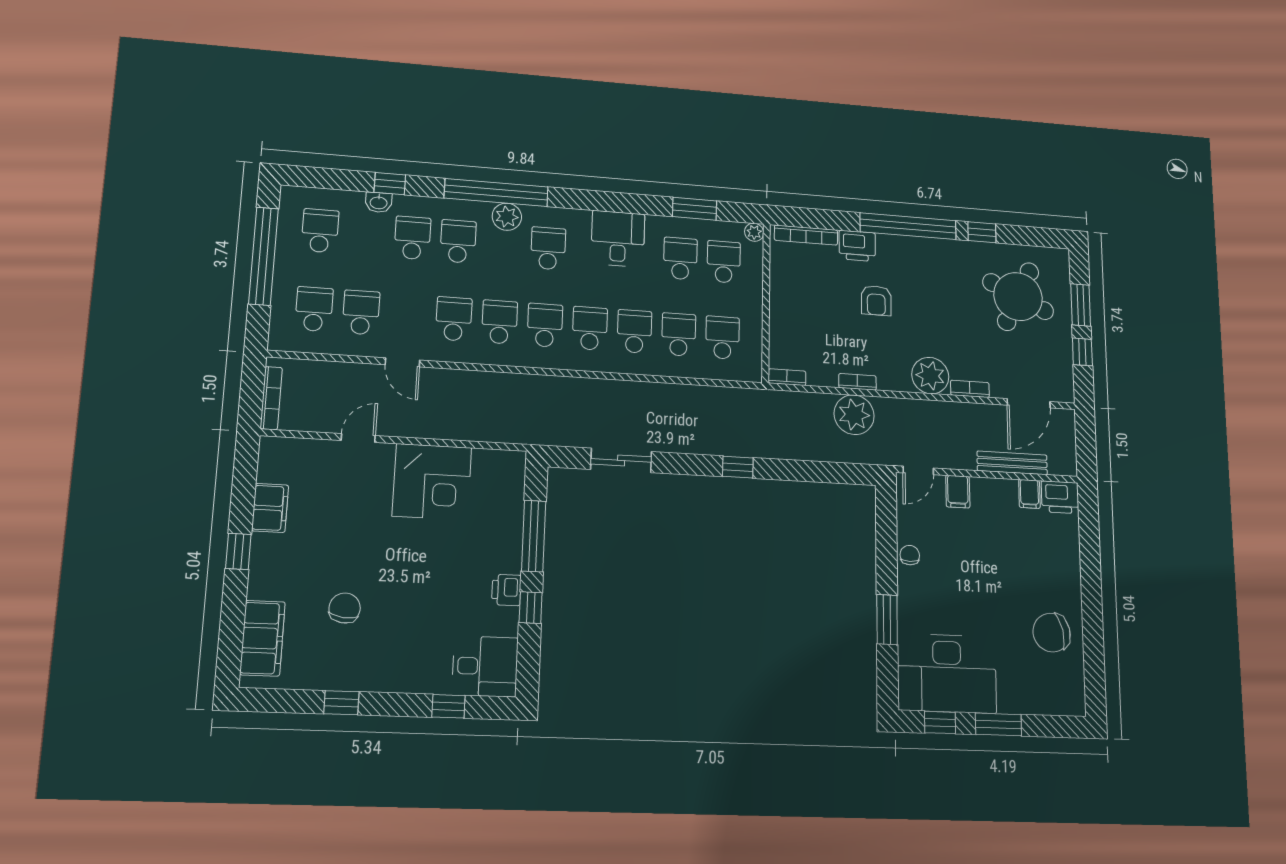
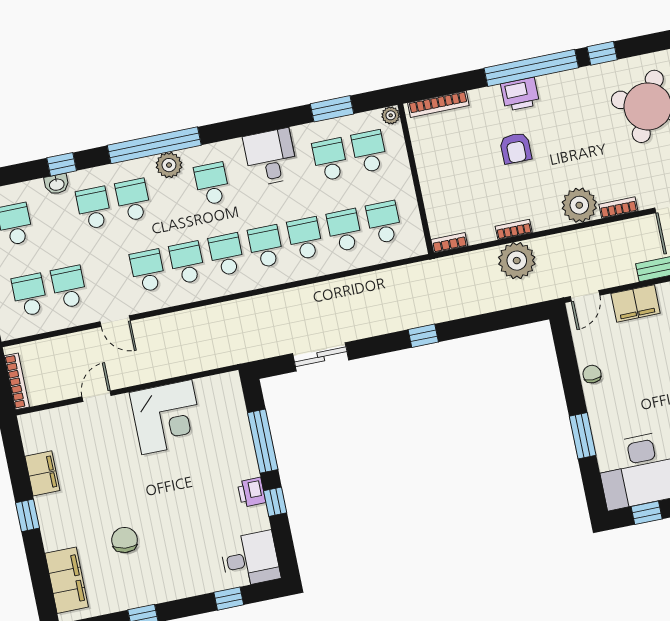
printer: (857, 246) -> (520, 94), moved
filing cabinet: (958, 492) -> (636, 303), width x2.00

